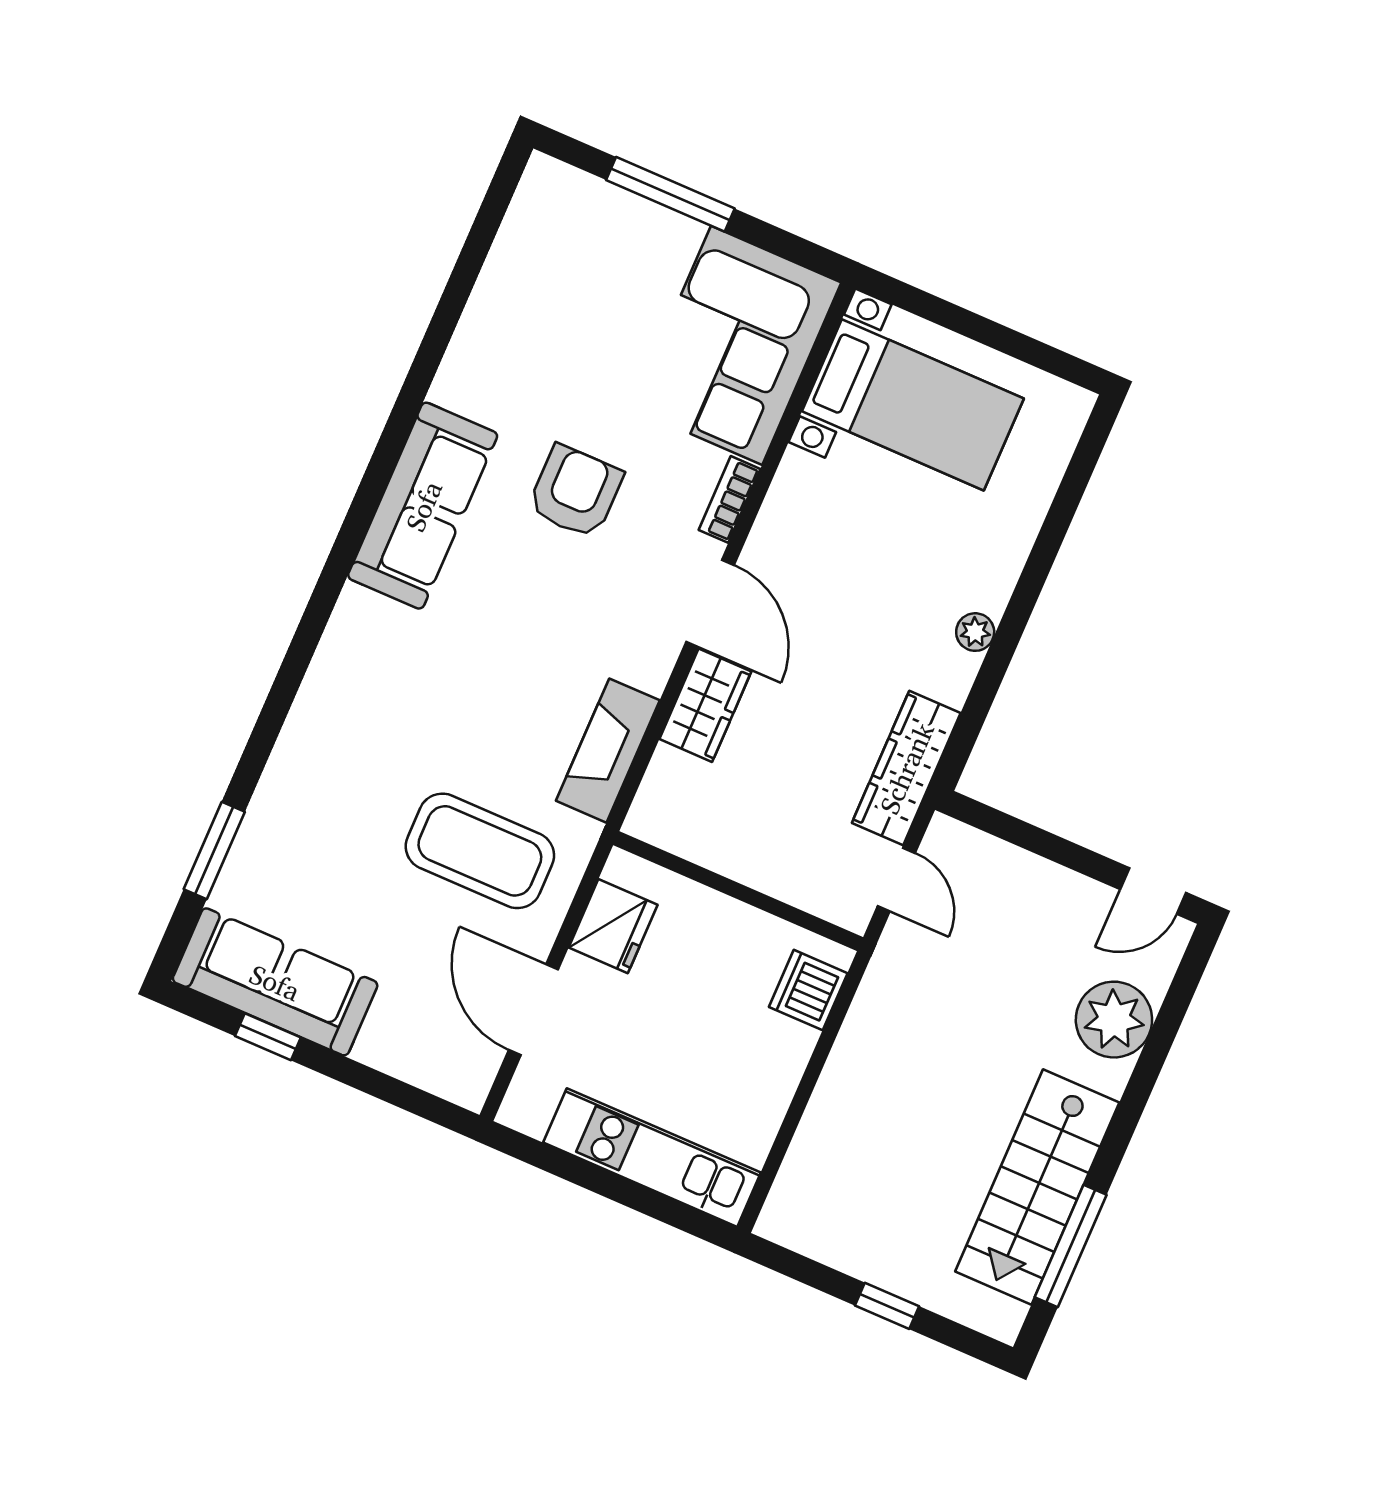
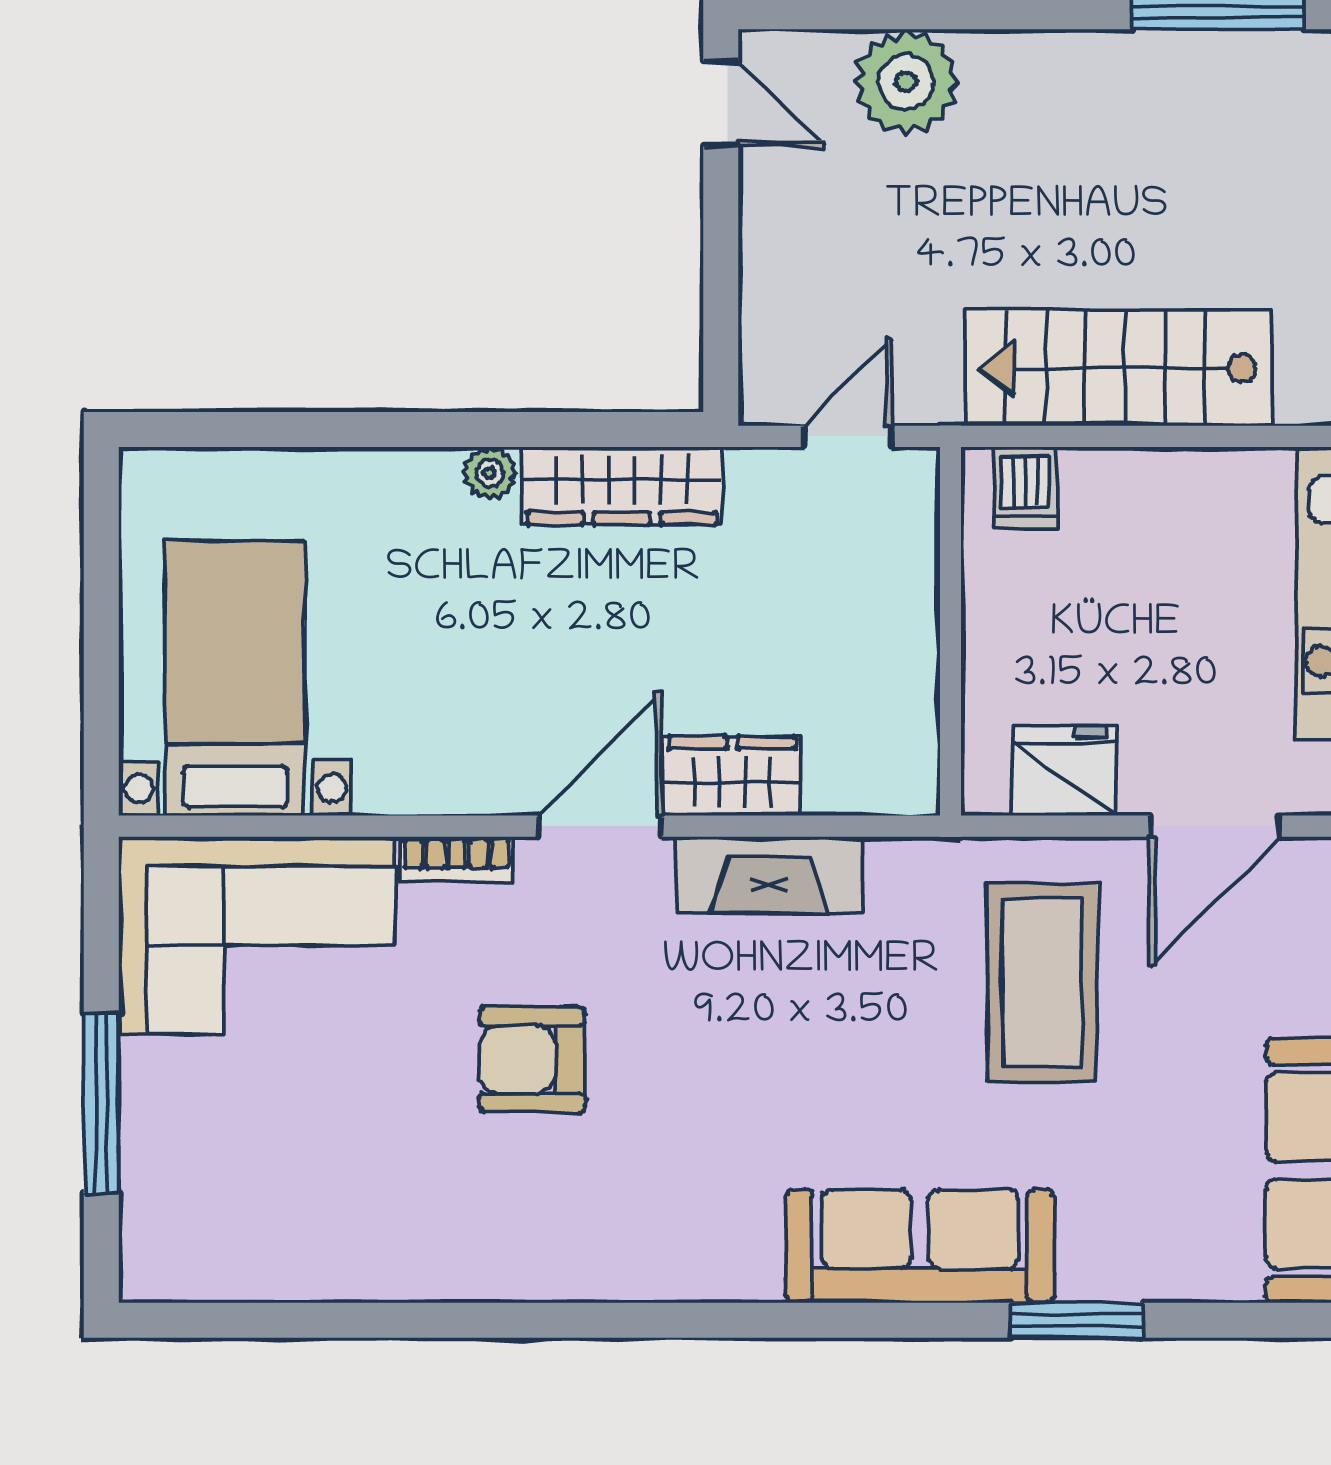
sofa: (423, 506) -> (920, 1246), moved
fireplace: (608, 751) -> (769, 875), moved
wardrobe: (906, 768) -> (622, 486), moved
window: (214, 851) -> (1076, 1320), moved
dishwasher: (808, 990) -> (1026, 487), width x0.73
stairs: (1037, 1187) -> (1119, 368), moved, turned 180

